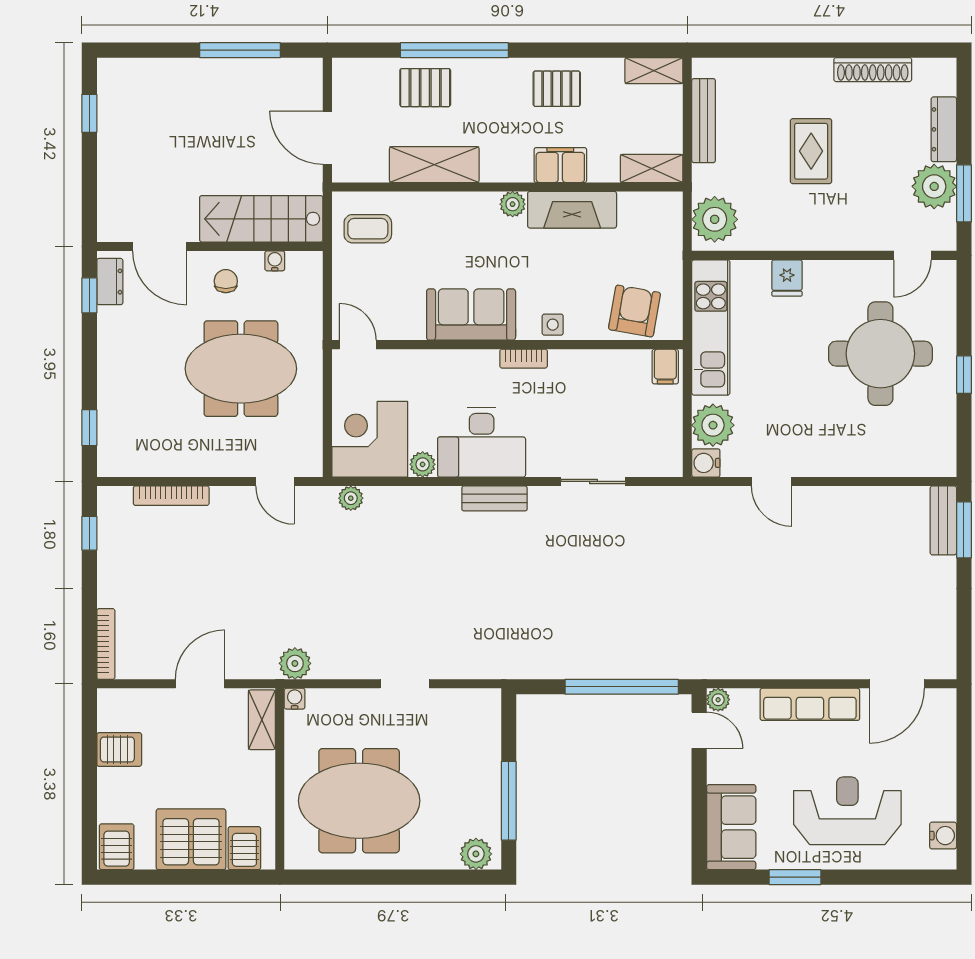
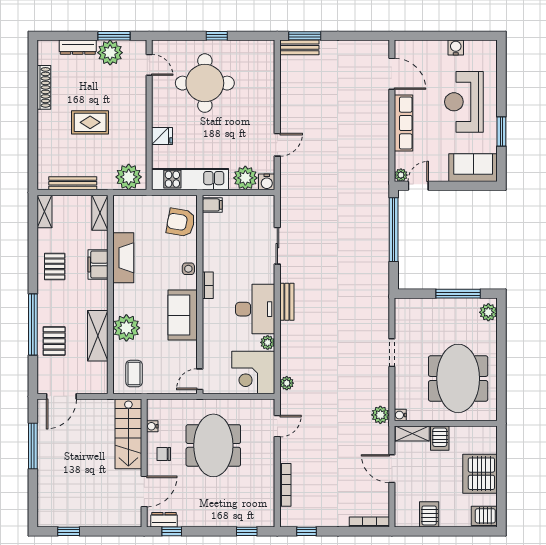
door: (327, 138) -> (61, 396), moved
plant: (513, 204) -> (126, 328), moved, width x1.88, depth x1.88
water cooler: (943, 836) -> (456, 48), moved
server rack: (244, 848) -> (440, 438), moved, turned -90

